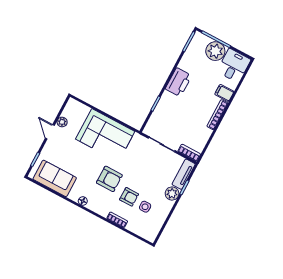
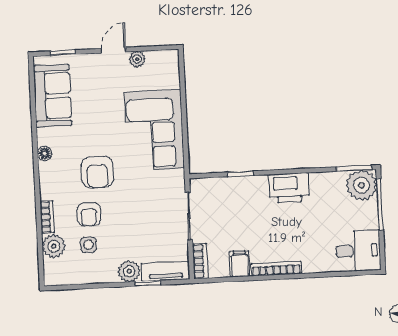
plant: (215, 51) -> (362, 185), moved
filing cabinet: (224, 93) -> (240, 264), moved
plant: (135, 226) -> (54, 246), added

